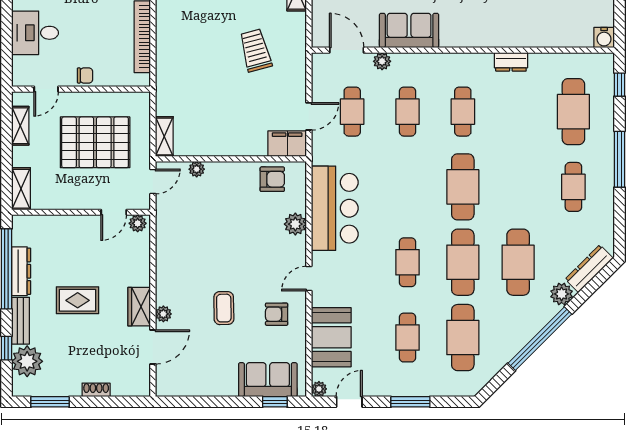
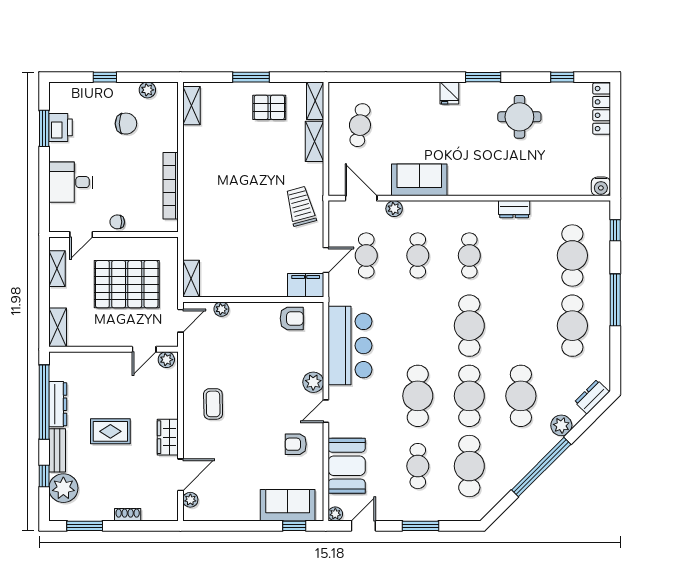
trolley: (255, 50) -> (301, 206), moved
chair: (85, 75) -> (117, 222), turned 180
cafe table: (573, 187) -> (572, 326), width x1.37, depth x1.35
plant: (295, 224) -> (313, 382), moved
cafe table: (407, 262) -> (418, 396), width x1.37, depth x1.35
dresser: (589, 269) -> (592, 397), width x0.70
coffee table: (224, 308) -> (213, 404), moved
plant: (163, 314) -> (190, 500), moved

